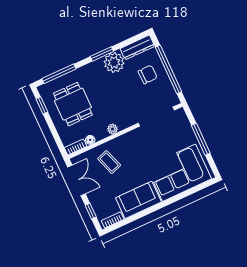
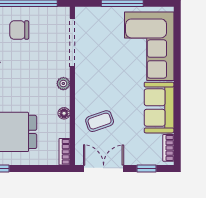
chair: (148, 74) -> (19, 30), turned -89
plant: (113, 129) -> (63, 84), moved
floor lamp: (90, 140) -> (64, 113), moved

